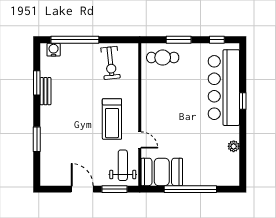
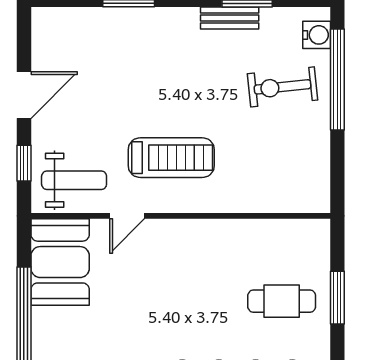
cafe table: (163, 58) -> (282, 301), moved, turned 90
exercise bike: (111, 63) -> (283, 87), moved
treadmill: (112, 119) -> (171, 158), turned 180
window: (115, 189) -> (24, 163), width x0.67

